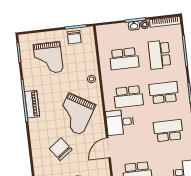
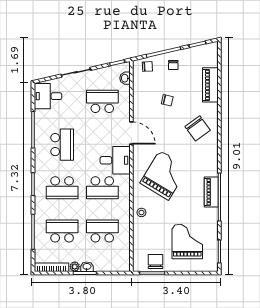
school desk: (159, 55) -> (62, 231), turned -90
school desk: (128, 97) -> (102, 188), turned 180
school desk: (168, 131) -> (62, 145), turned -90
door: (108, 148) -> (131, 133), hinge flipped
chair: (61, 149) -> (198, 128), moved

